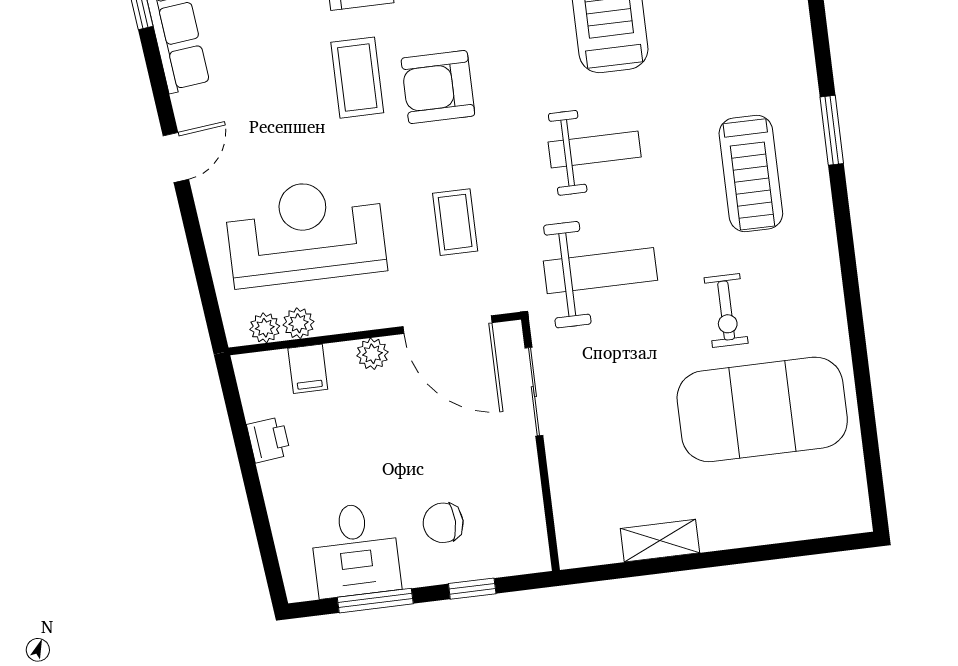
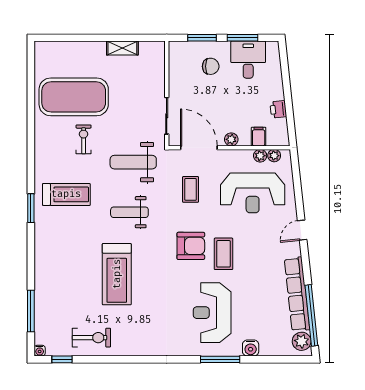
treadmill: (751, 173) -> (66, 194), turned 90
window: (472, 589) -> (202, 38), width x1.50

